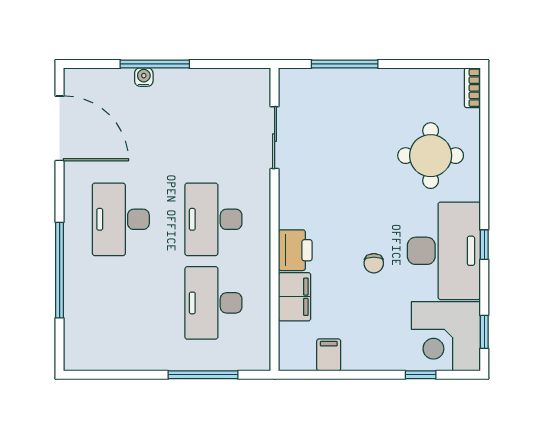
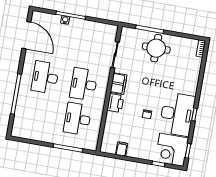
round table: (431, 156) -> (156, 48), moved
filing cabinet: (295, 297) -> (119, 84), moved

